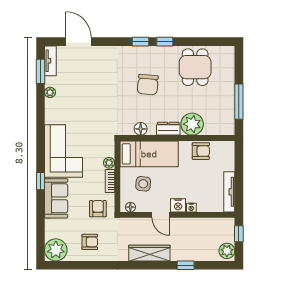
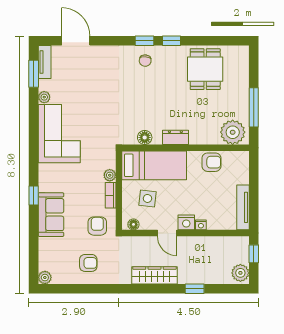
chair: (148, 85) -> (145, 61), moved, width x0.54, depth x0.54
plant: (192, 124) -> (233, 132), moved
corner sofa: (64, 151) -> (59, 134), moved
plant: (56, 250) -> (45, 278), width x0.53, depth x0.53

